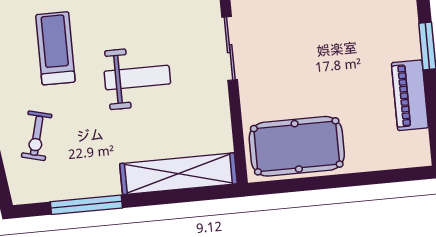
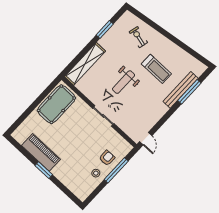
piano: (410, 95) -> (41, 152), width x1.37, depth x1.33
window: (86, 205) -> (105, 30), width x0.69

